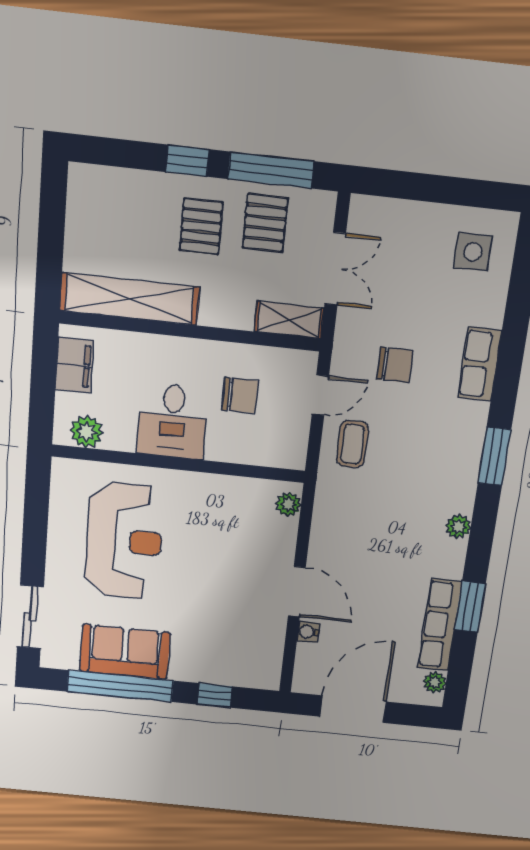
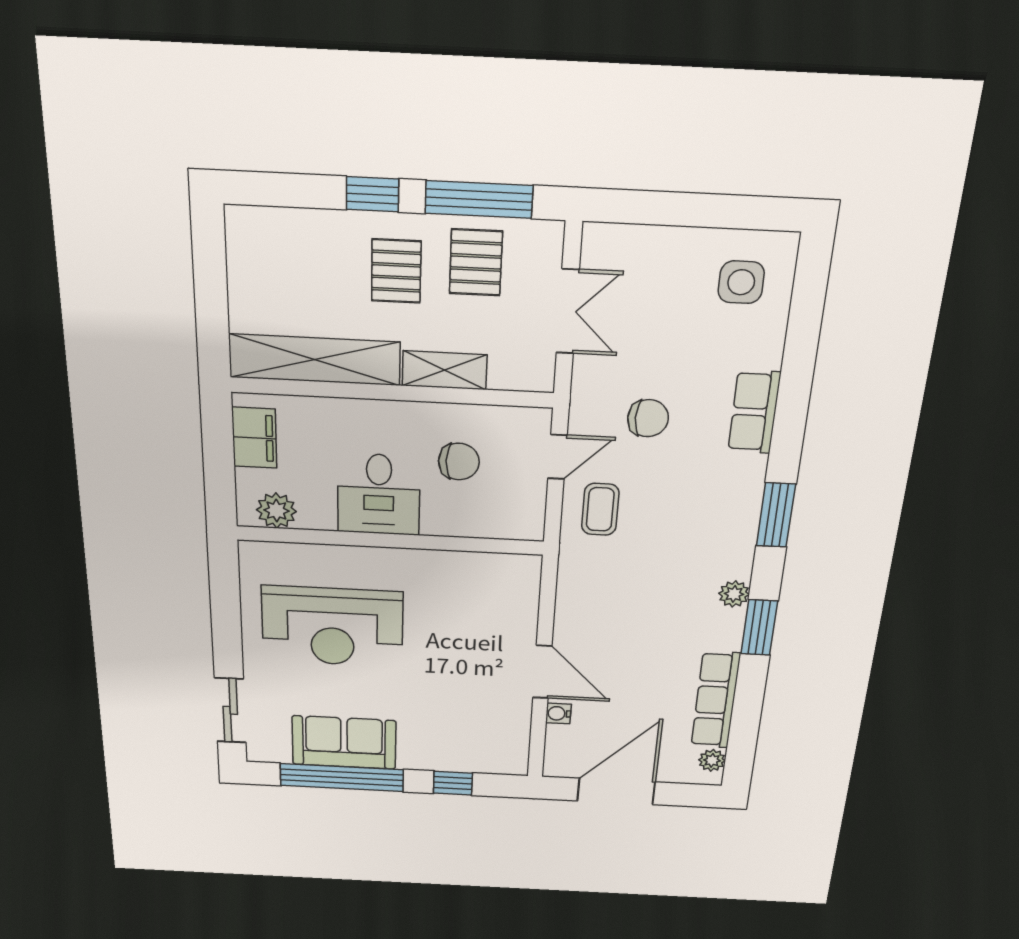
shelving: (289, 320) -> (445, 370), moved
plant: (288, 504) -> (526, 579), removed
reception desk: (124, 541) -> (332, 626), turned 90
window: (470, 607) -> (759, 627), moved

